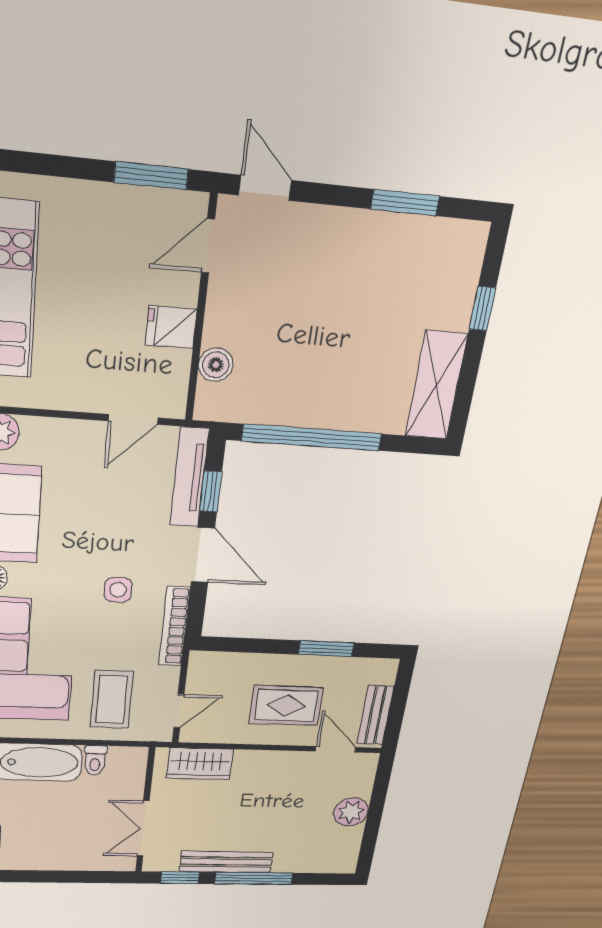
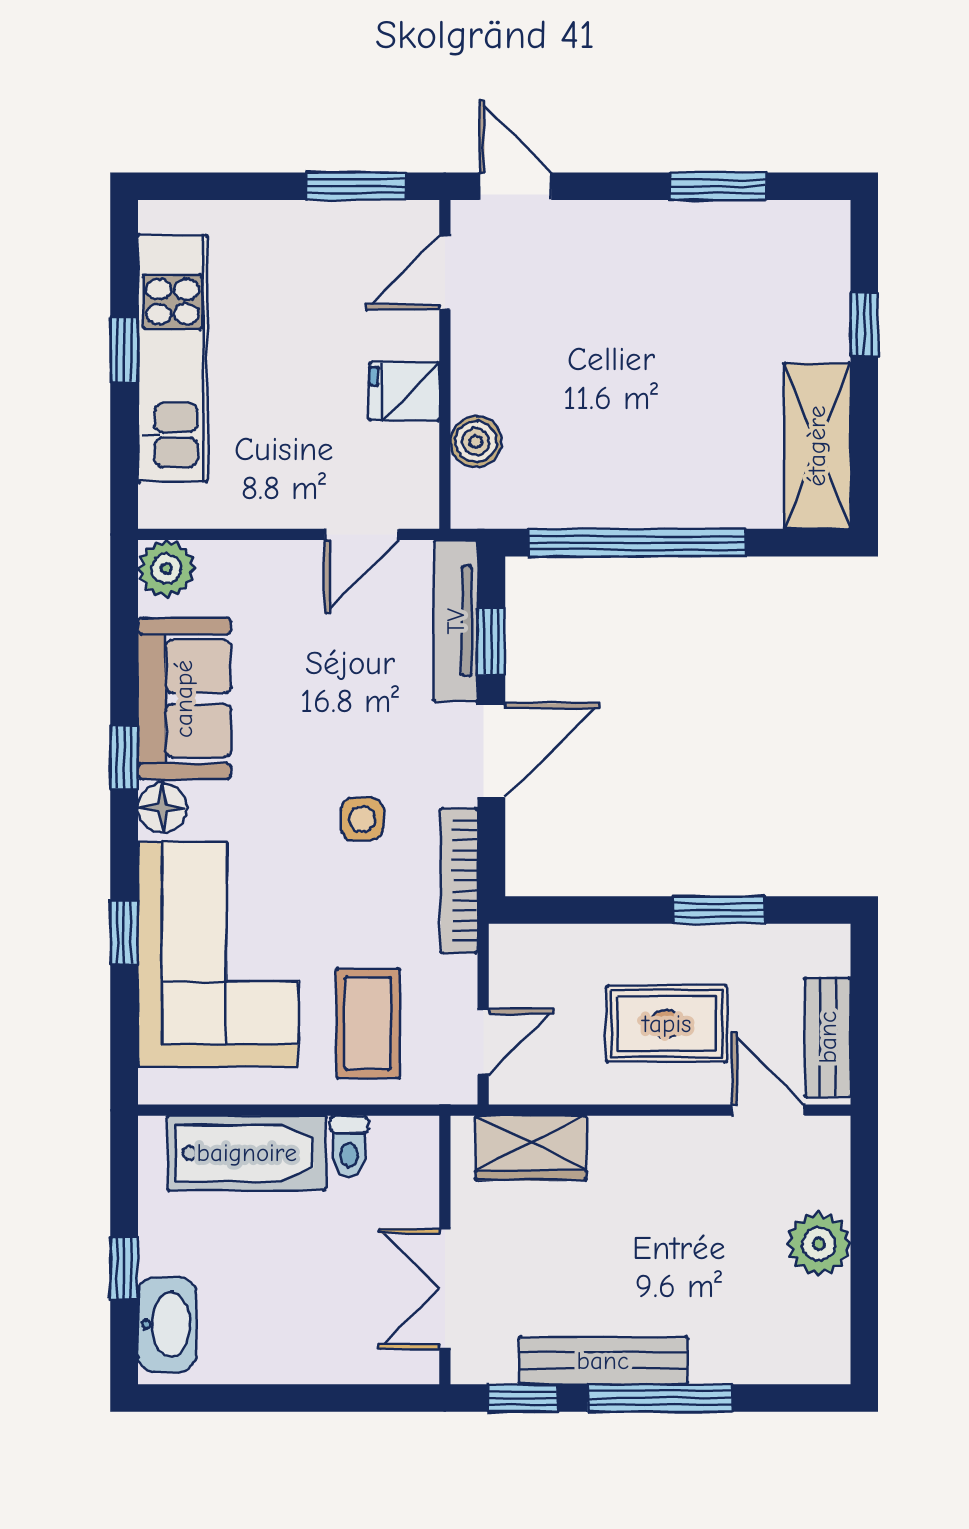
door: (203, 555) -> (491, 751), hinge flipped

